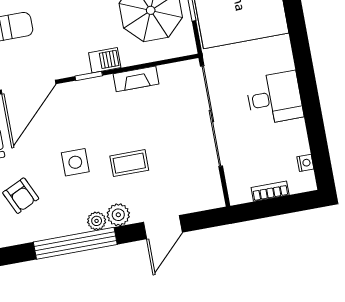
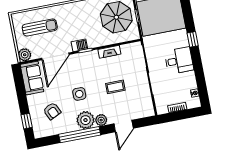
window: (302, 56) -> (193, 39), added
barbecue: (105, 60) -> (79, 45), moved
coffee table: (129, 163) -> (115, 87), moved
plant: (97, 221) -> (85, 120), width x1.87, depth x1.87

